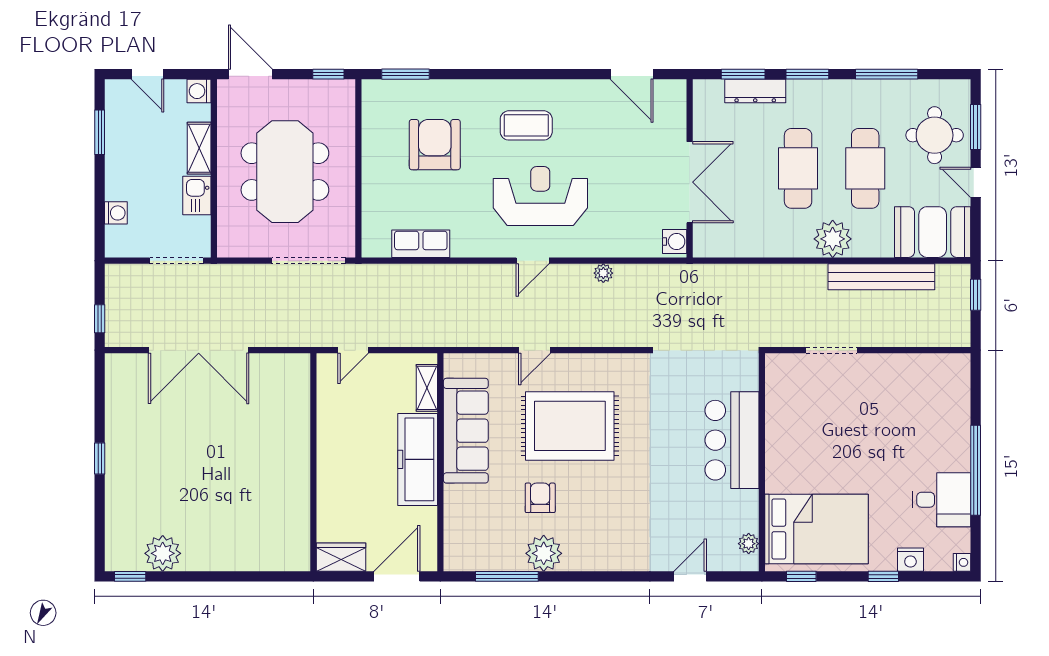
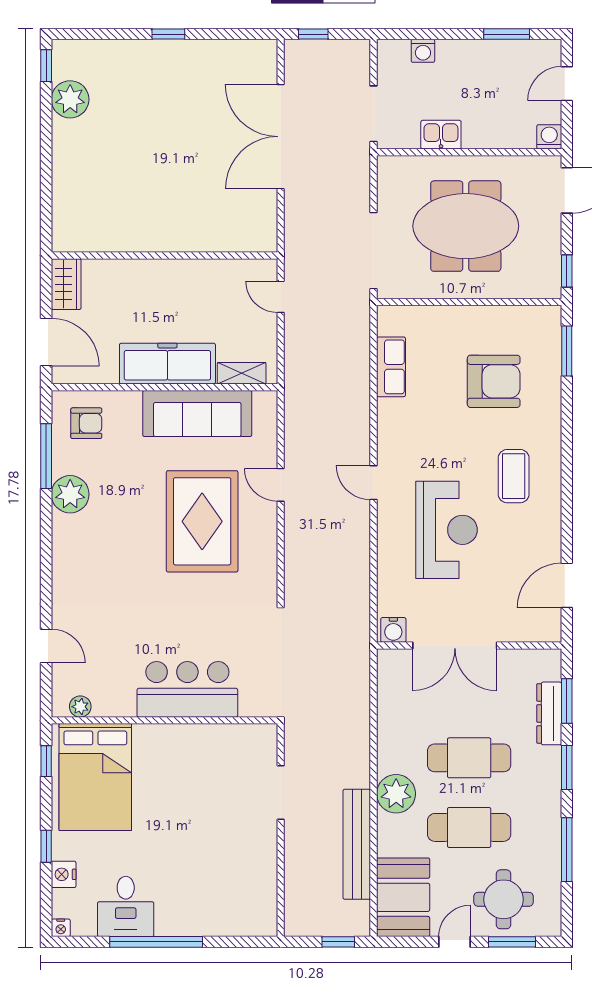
shelving: (199, 148) -> (490, 137), removed
reception desk: (540, 196) -> (447, 530), moved
plant: (603, 273) -> (361, 556), removed
armchair: (540, 498) -> (86, 423), moved

